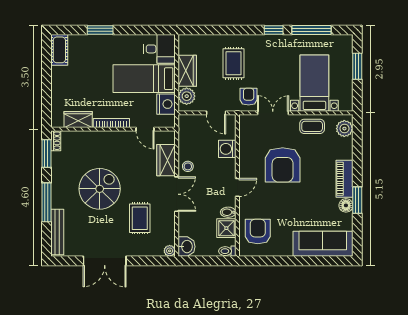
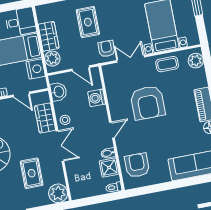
washbasin: (187, 247) -> (58, 92), moved
plant: (170, 251) -> (58, 193), width x1.87, depth x1.87

